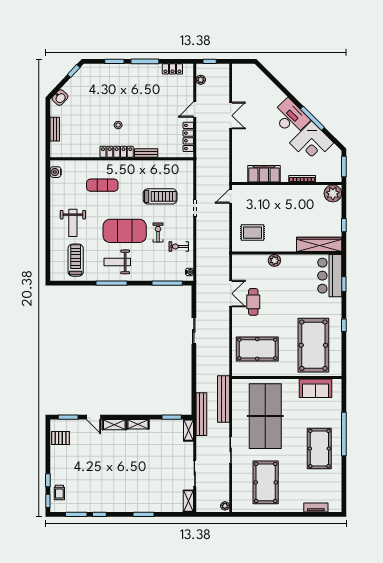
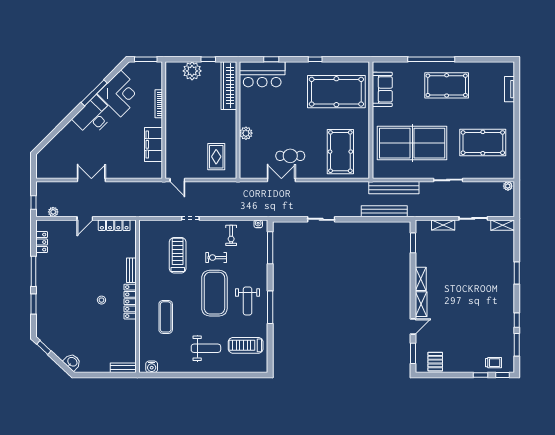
door: (195, 109) -> (85, 218), hinge flipped
bench: (55, 129) -> (123, 368), moved
plant: (333, 193) -> (192, 71), moved
bench: (201, 414) -> (384, 211), moved
shelving: (188, 430) -> (443, 225), moved

